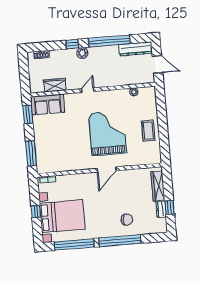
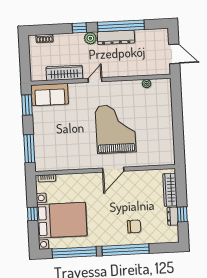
dresser: (136, 49) -> (116, 37), moved
wardrobe: (55, 85) -> (64, 73), width x1.50
coffee table: (148, 131) -> (161, 128), removed

